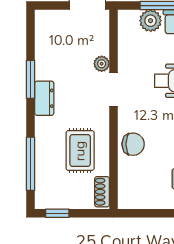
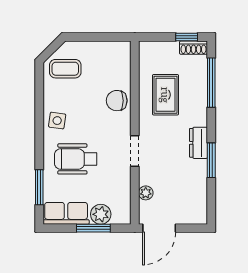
plant: (102, 64) -> (146, 193), moved
shoe rack: (102, 192) -> (193, 48), moved, turned 90

